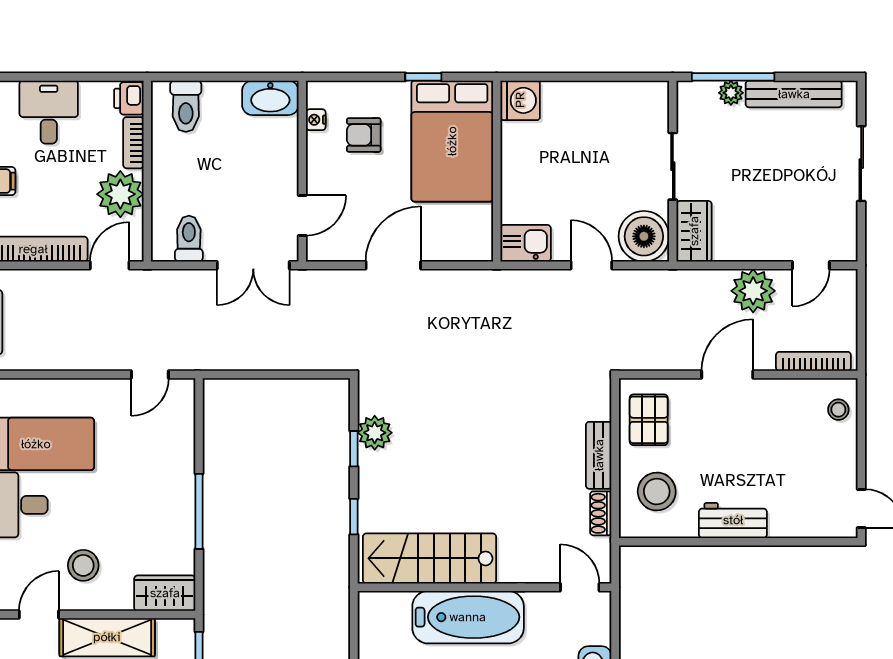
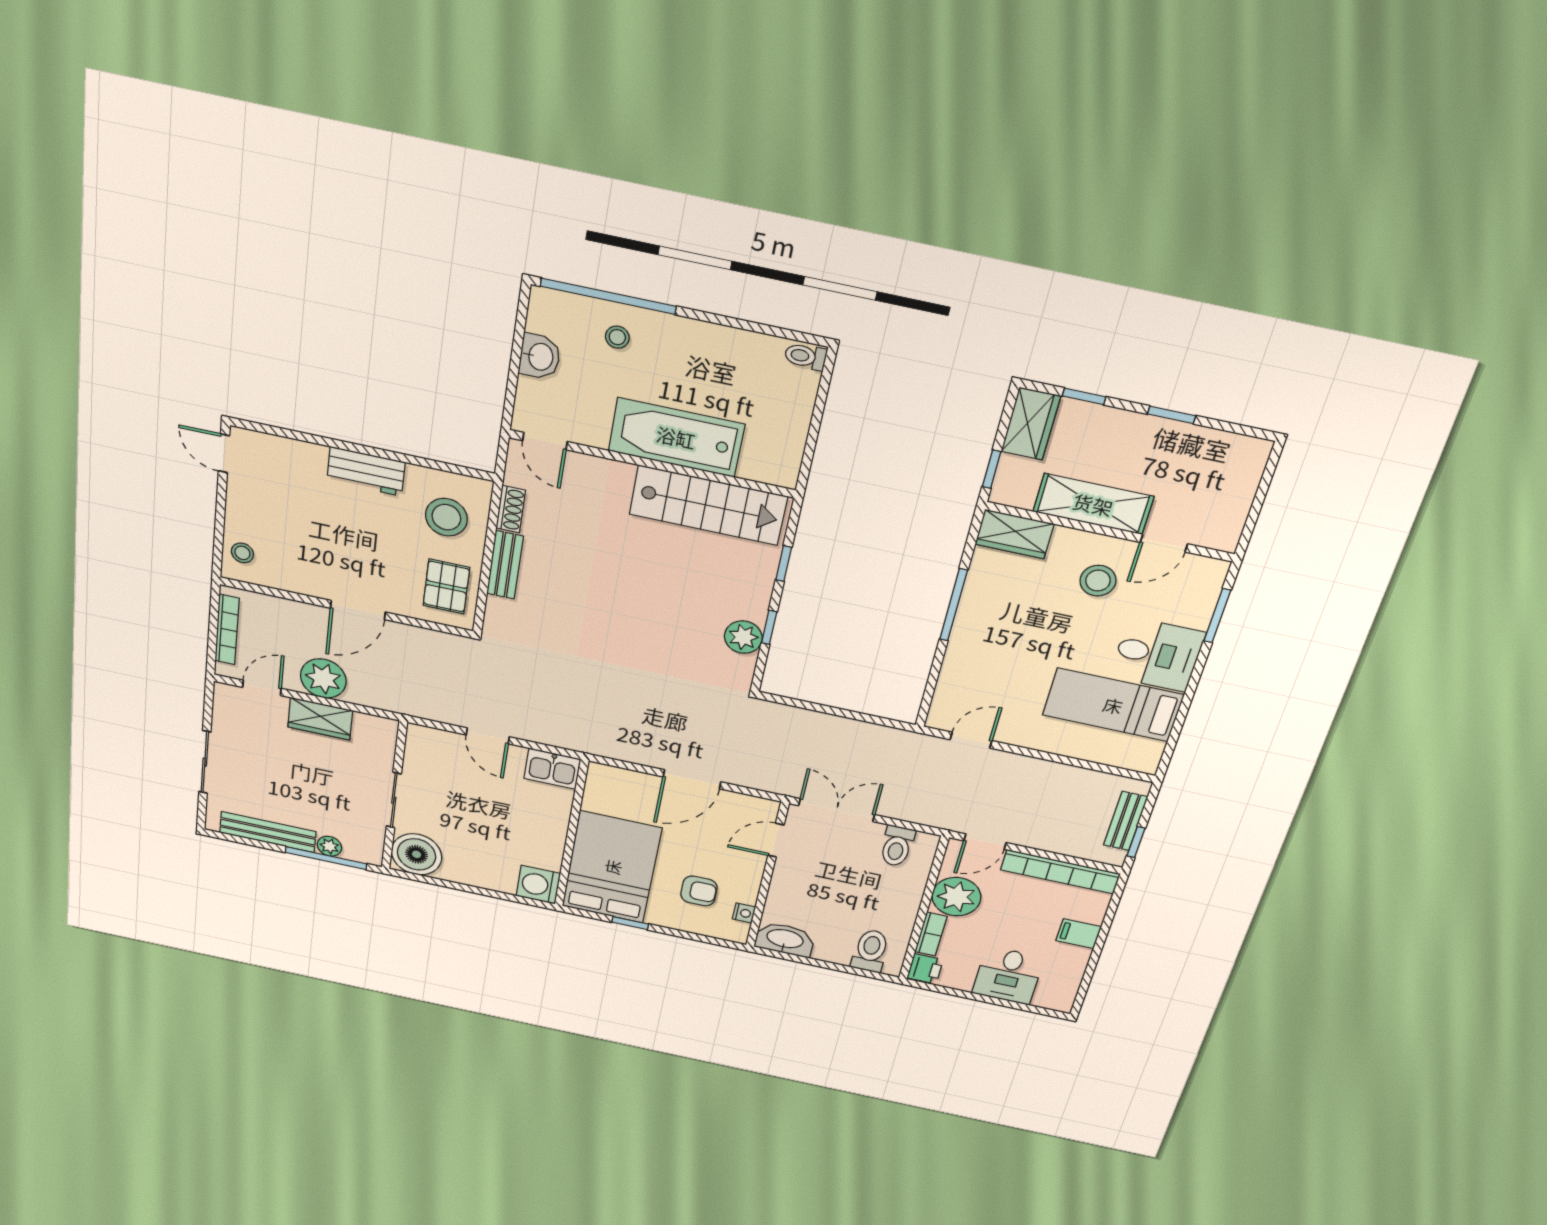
wardrobe: (694, 231) -> (320, 719), moved, turned -90
boiler: (644, 236) -> (417, 854), moved
bookcase: (813, 361) -> (227, 630), moved, turned -90

